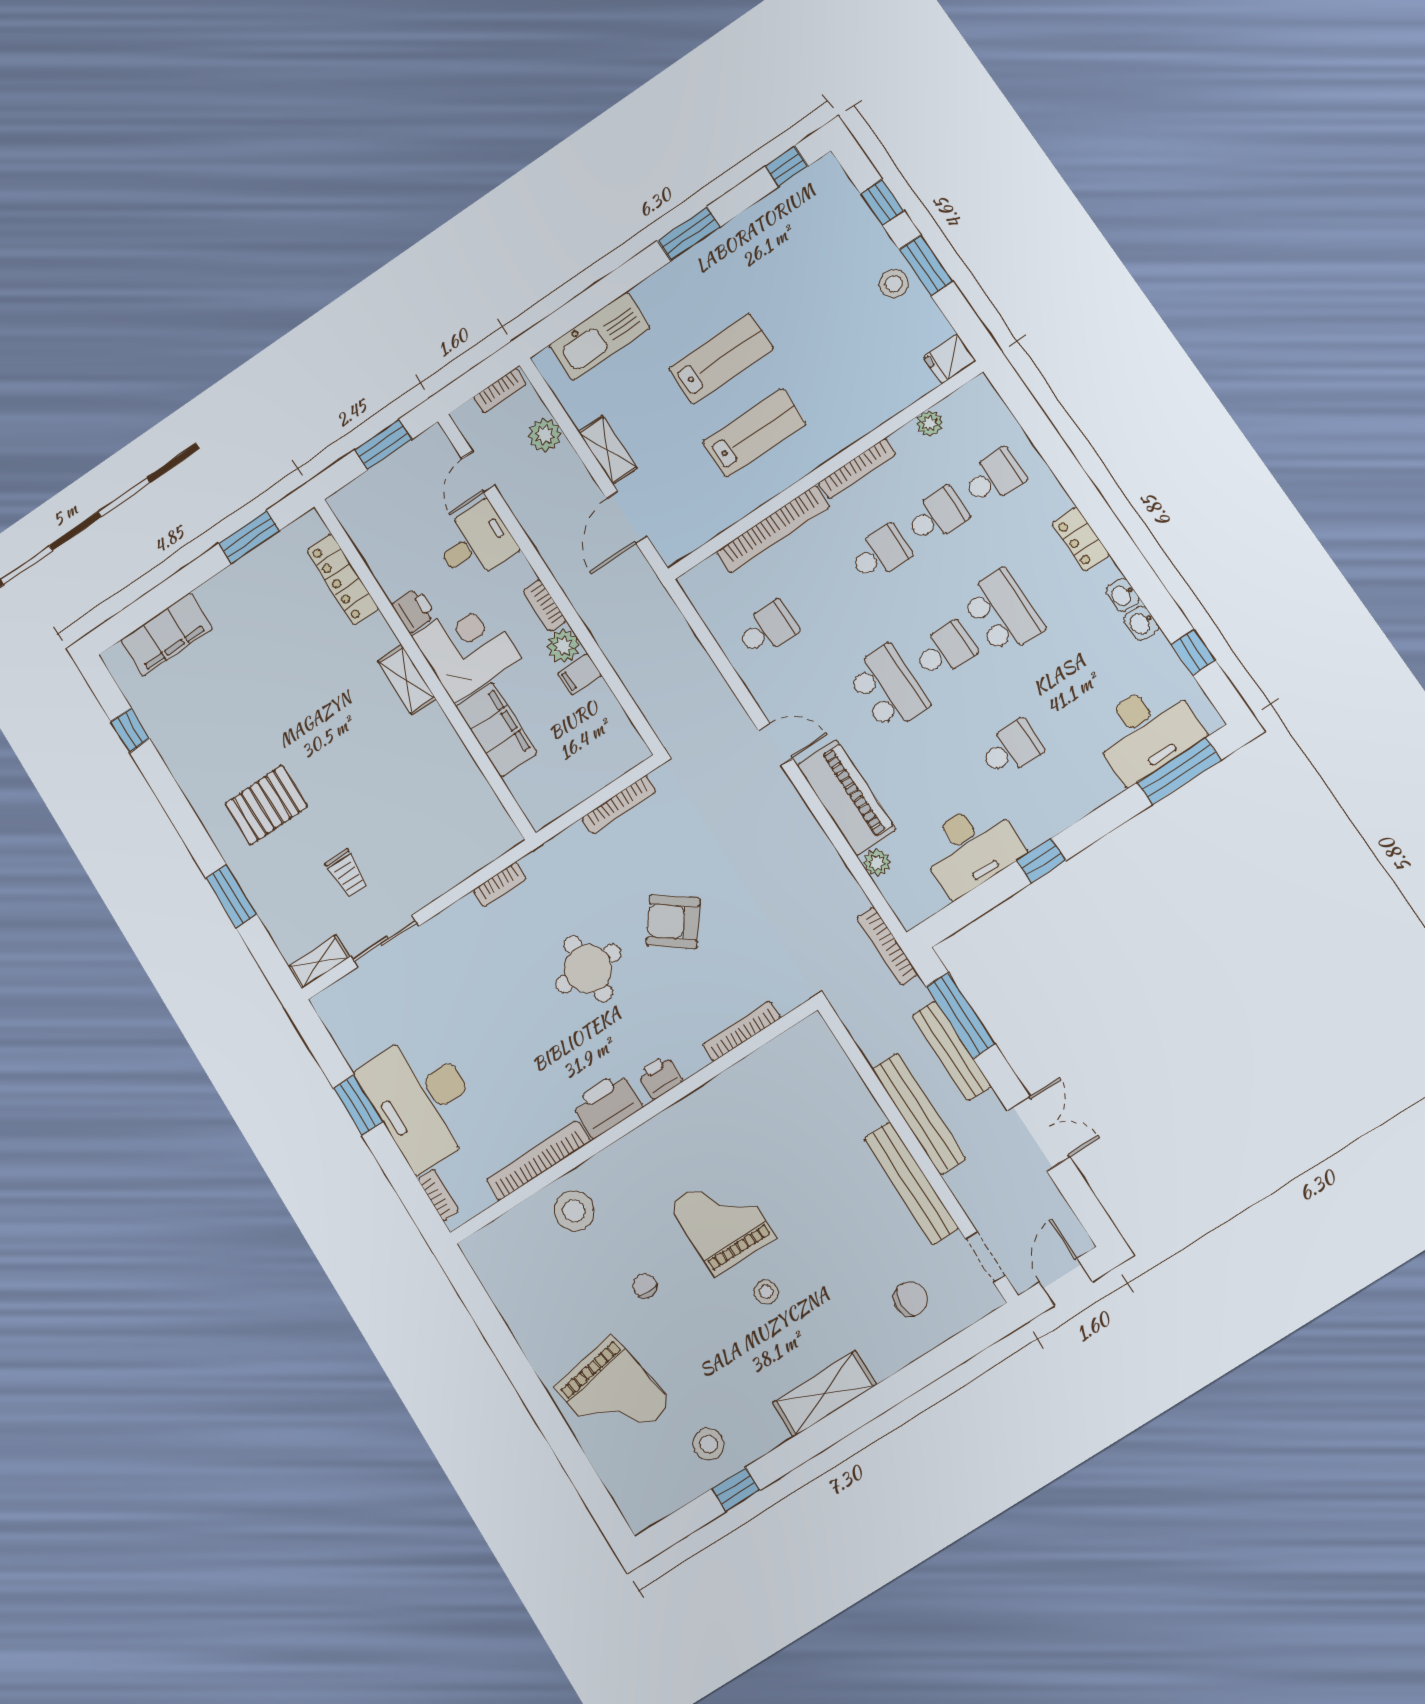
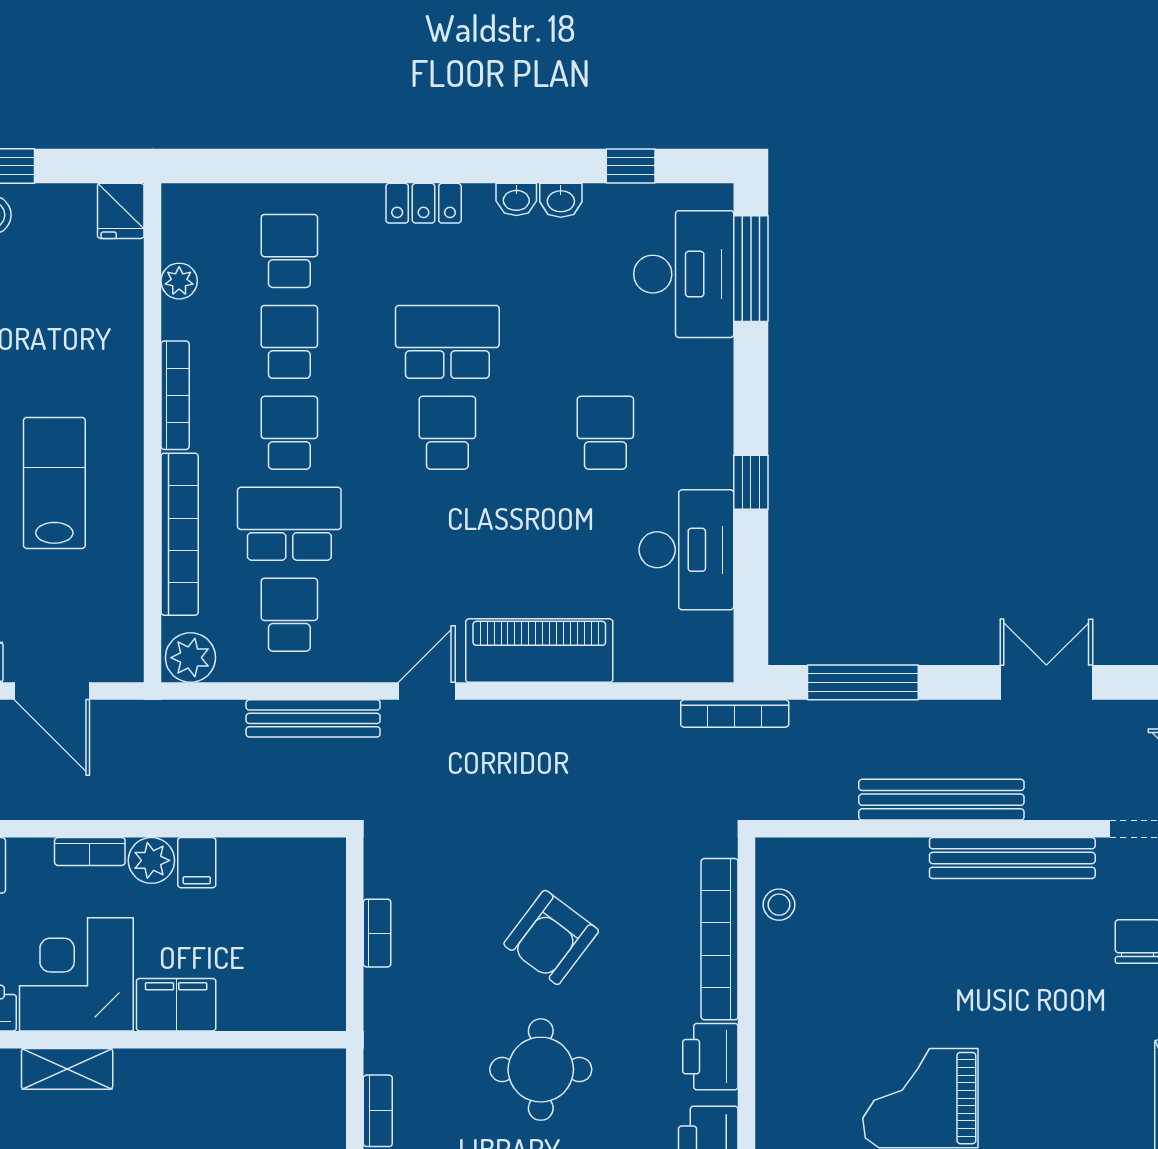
school desk: (888, 688) -> (289, 524), moved
filing cabinet: (496, 729) -> (176, 1005), width x0.67, depth x0.86
bookcase: (619, 805) -> (377, 933), width x0.64
plant: (877, 862) -> (190, 658), moved, width x1.38, depth x1.38
bookcase: (741, 1031) -> (720, 939), width x1.48, depth x1.31
bench: (951, 1051) -> (313, 718), moved
printer: (660, 1077) -> (710, 1057), width x1.36, depth x1.24
stool: (766, 1292) -> (779, 905), moved

